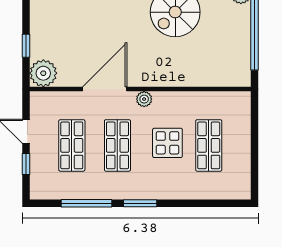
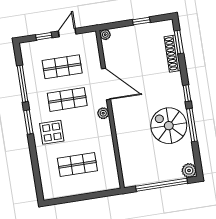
window: (26, 46) -> (141, 21), moved
plant: (43, 73) -> (105, 35), width x0.53, depth x0.53
display table: (167, 143) -> (52, 132), moved

